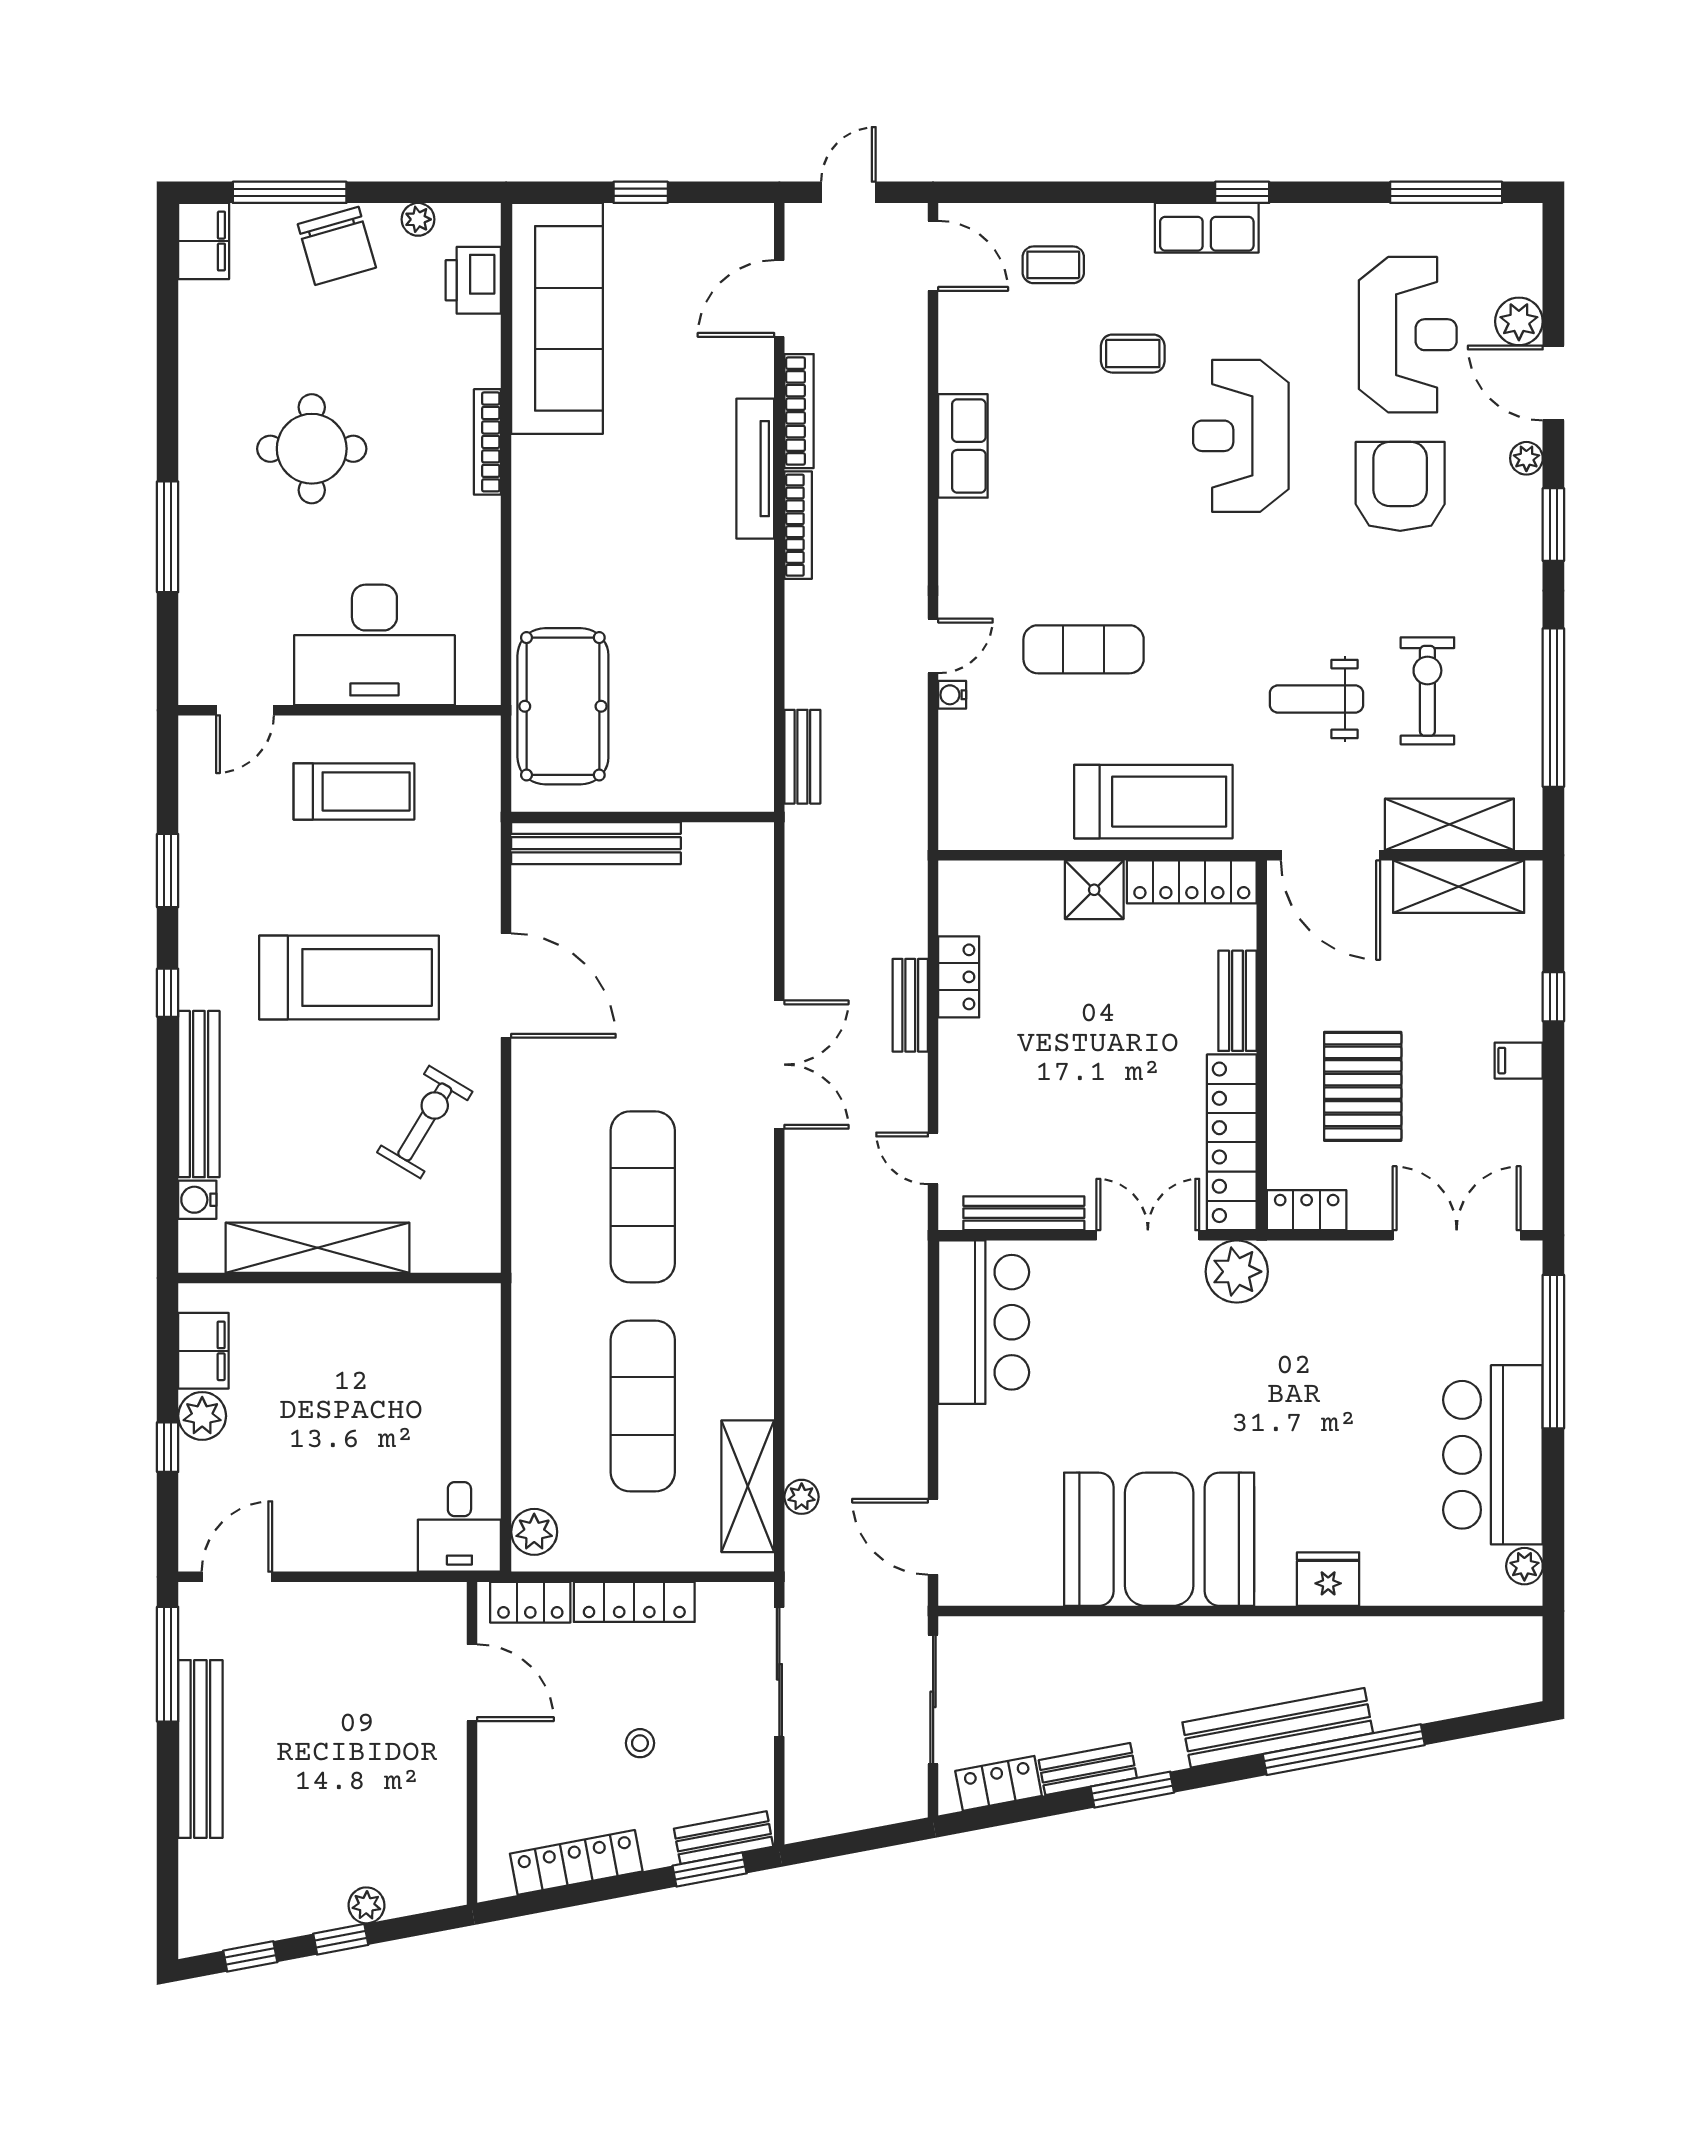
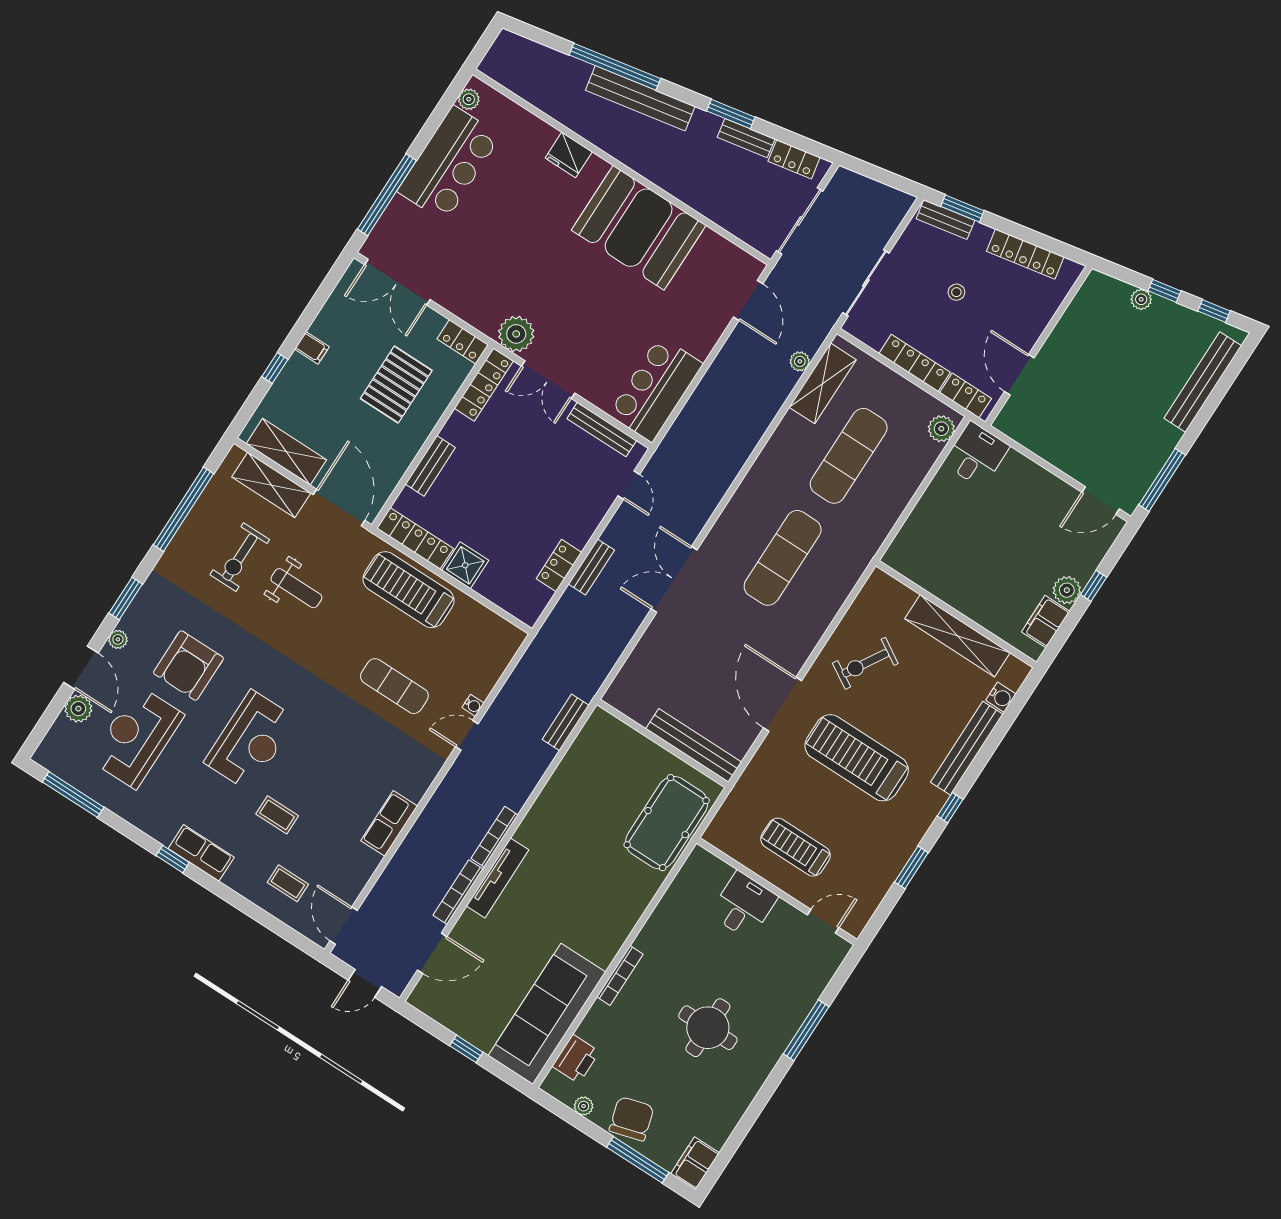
desk: (374, 645) -> (744, 905), width x0.53, depth x0.77
locker: (1232, 1142) -> (484, 385), width x0.71, depth x0.83
bench: (200, 1749) -> (1203, 382), moved

